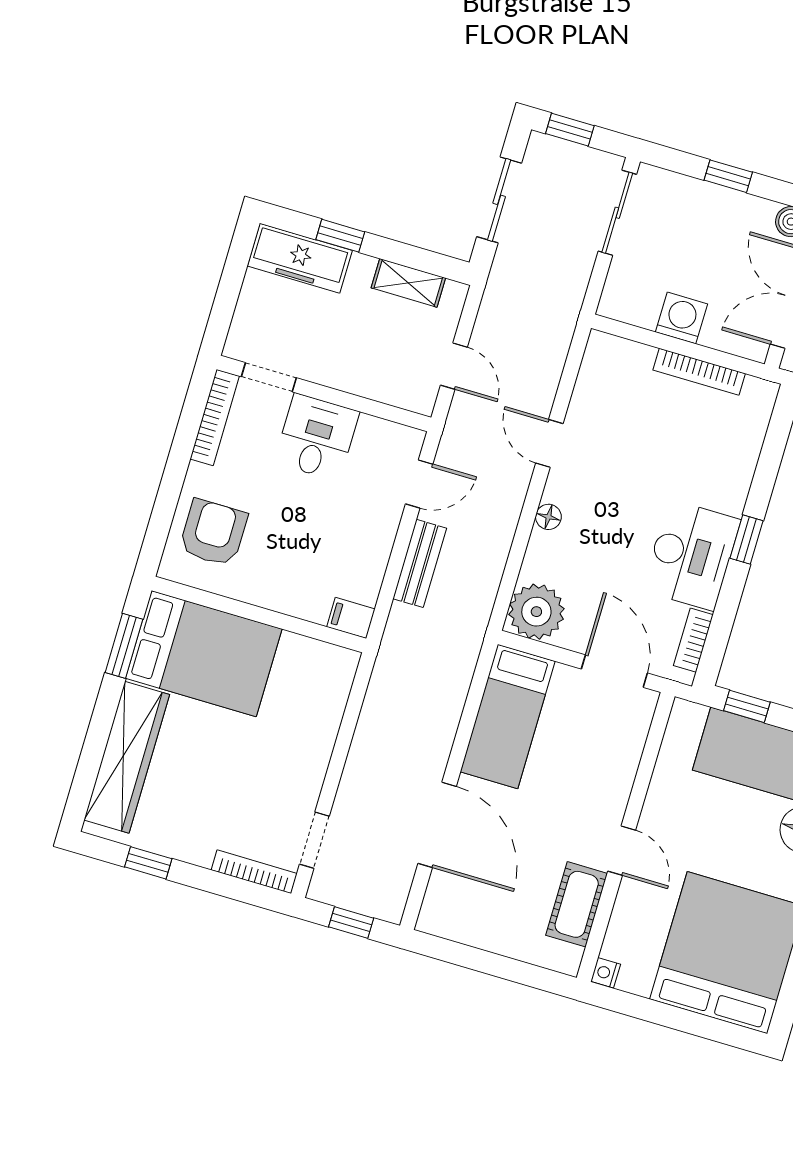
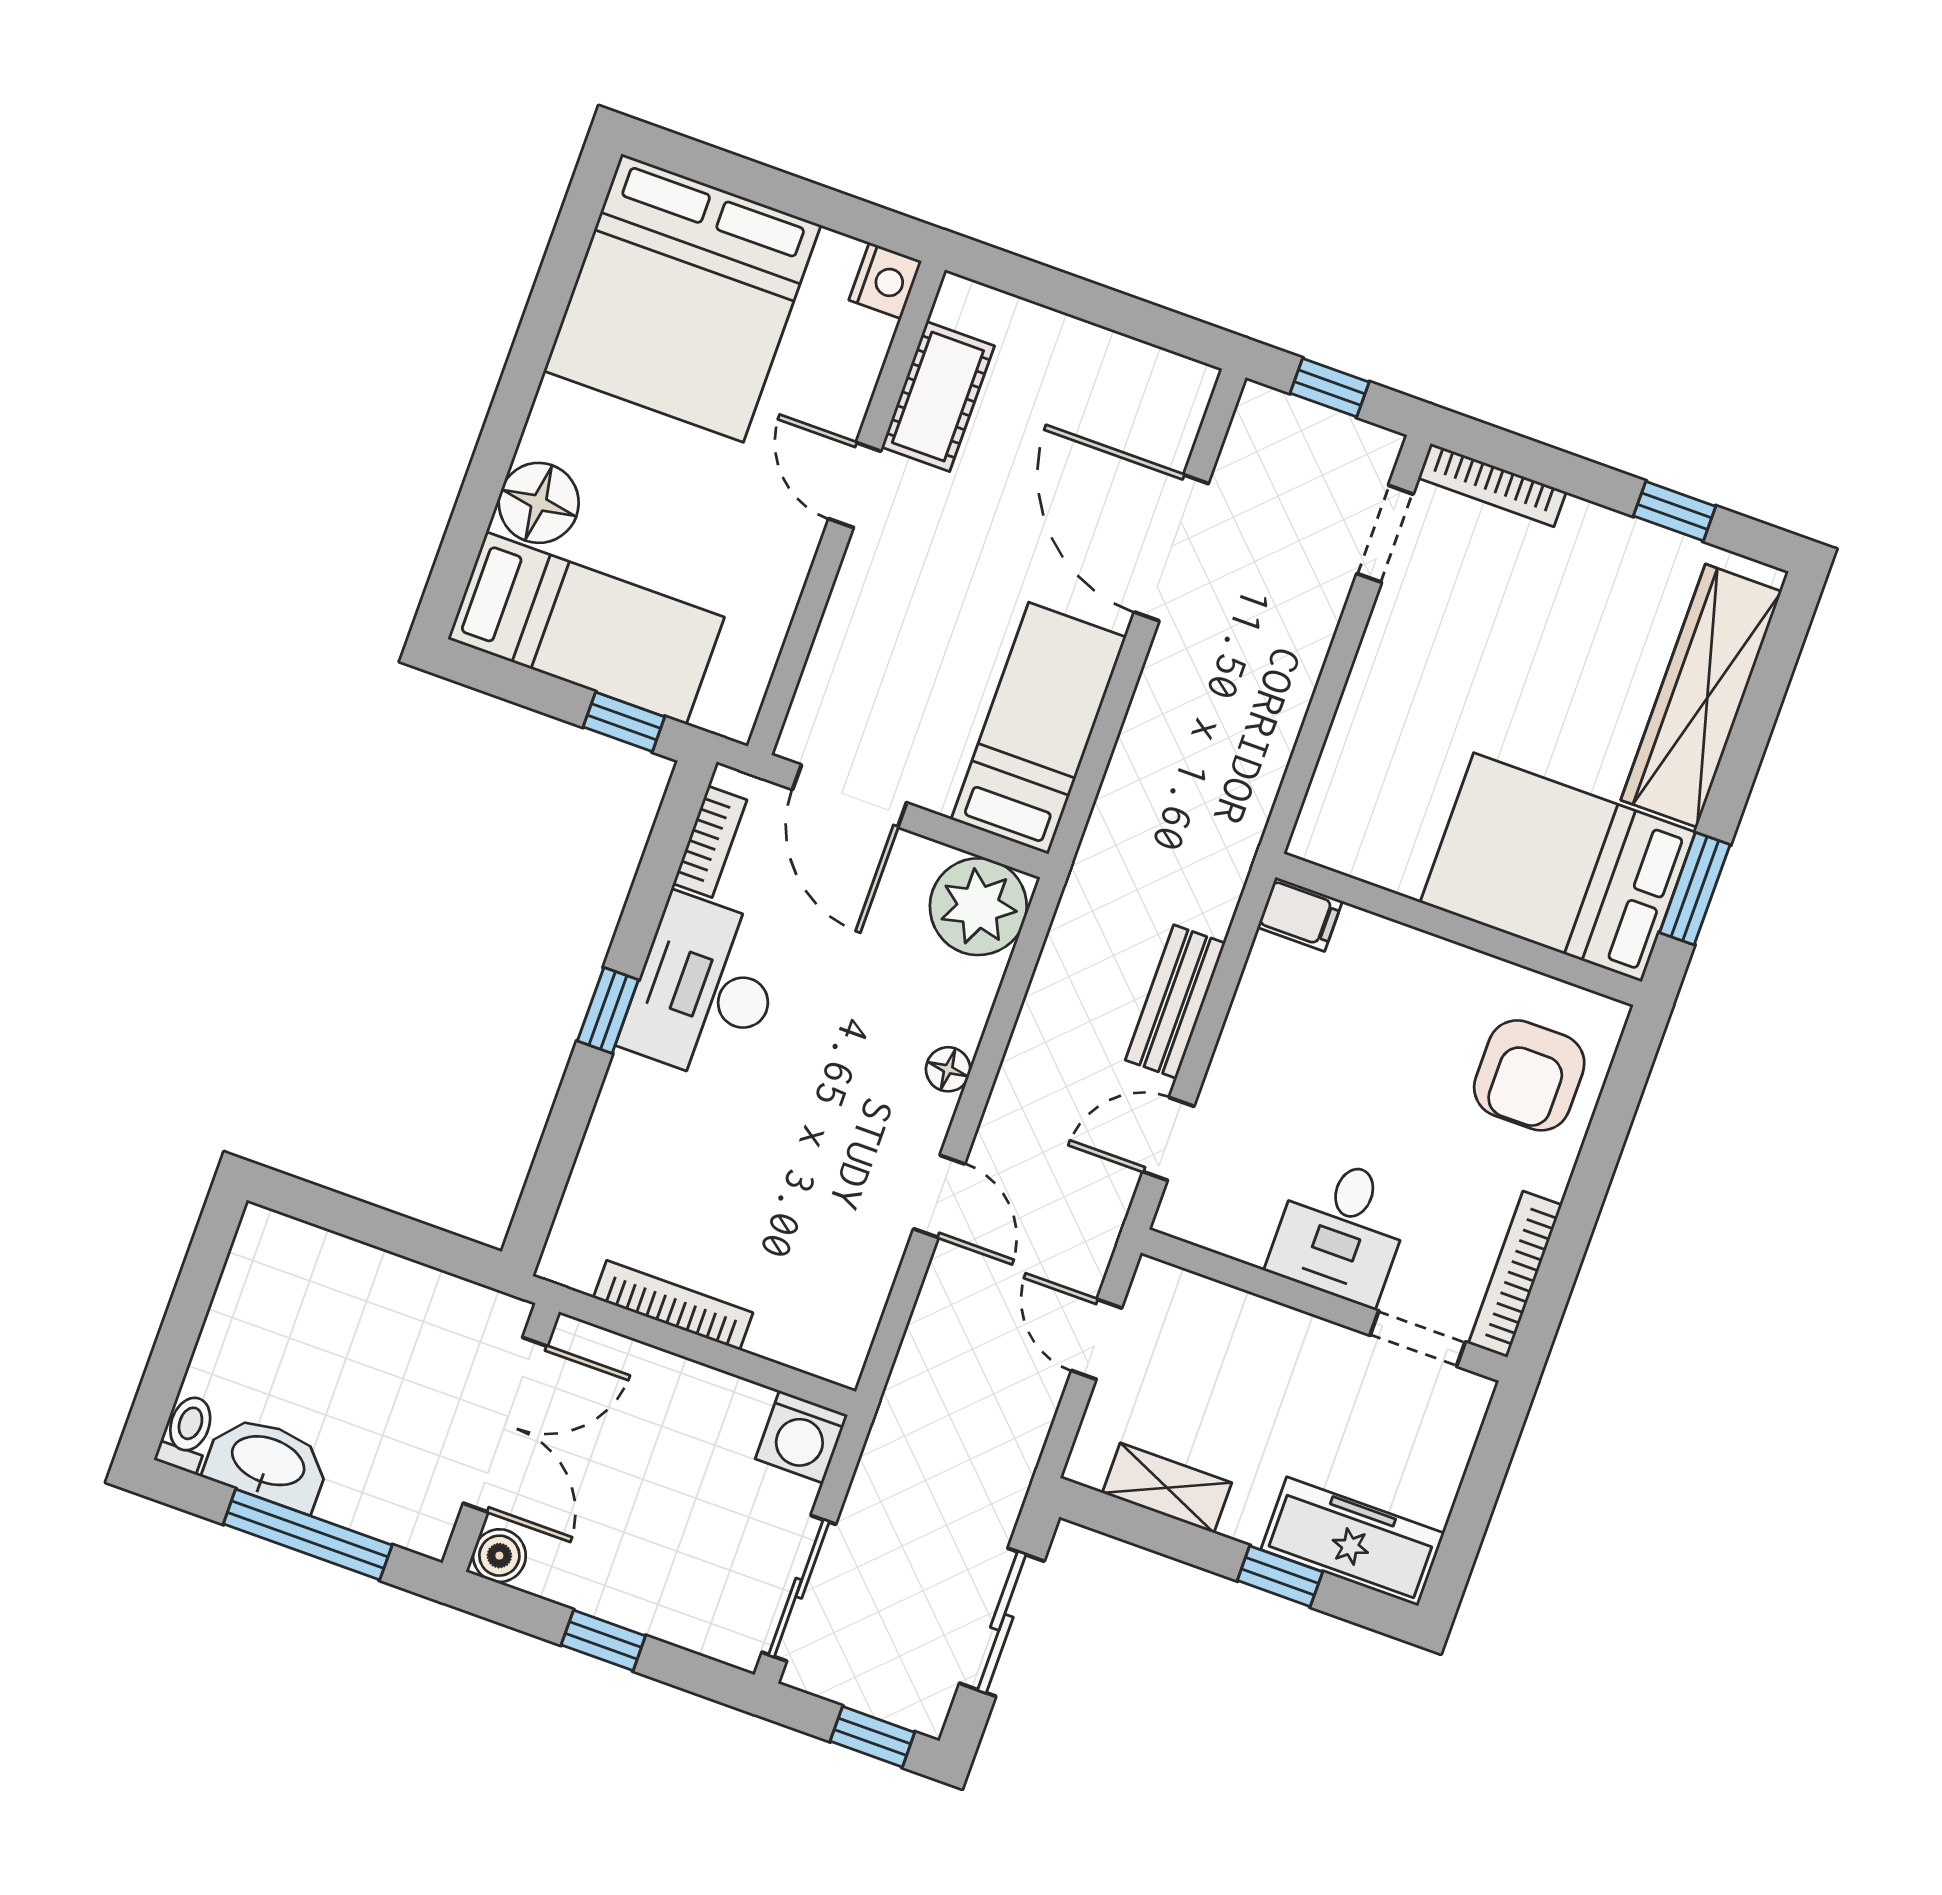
washing machine: (681, 318) -> (801, 1437), moved
nightstand: (606, 973) -> (885, 281), width x1.39, depth x1.35

